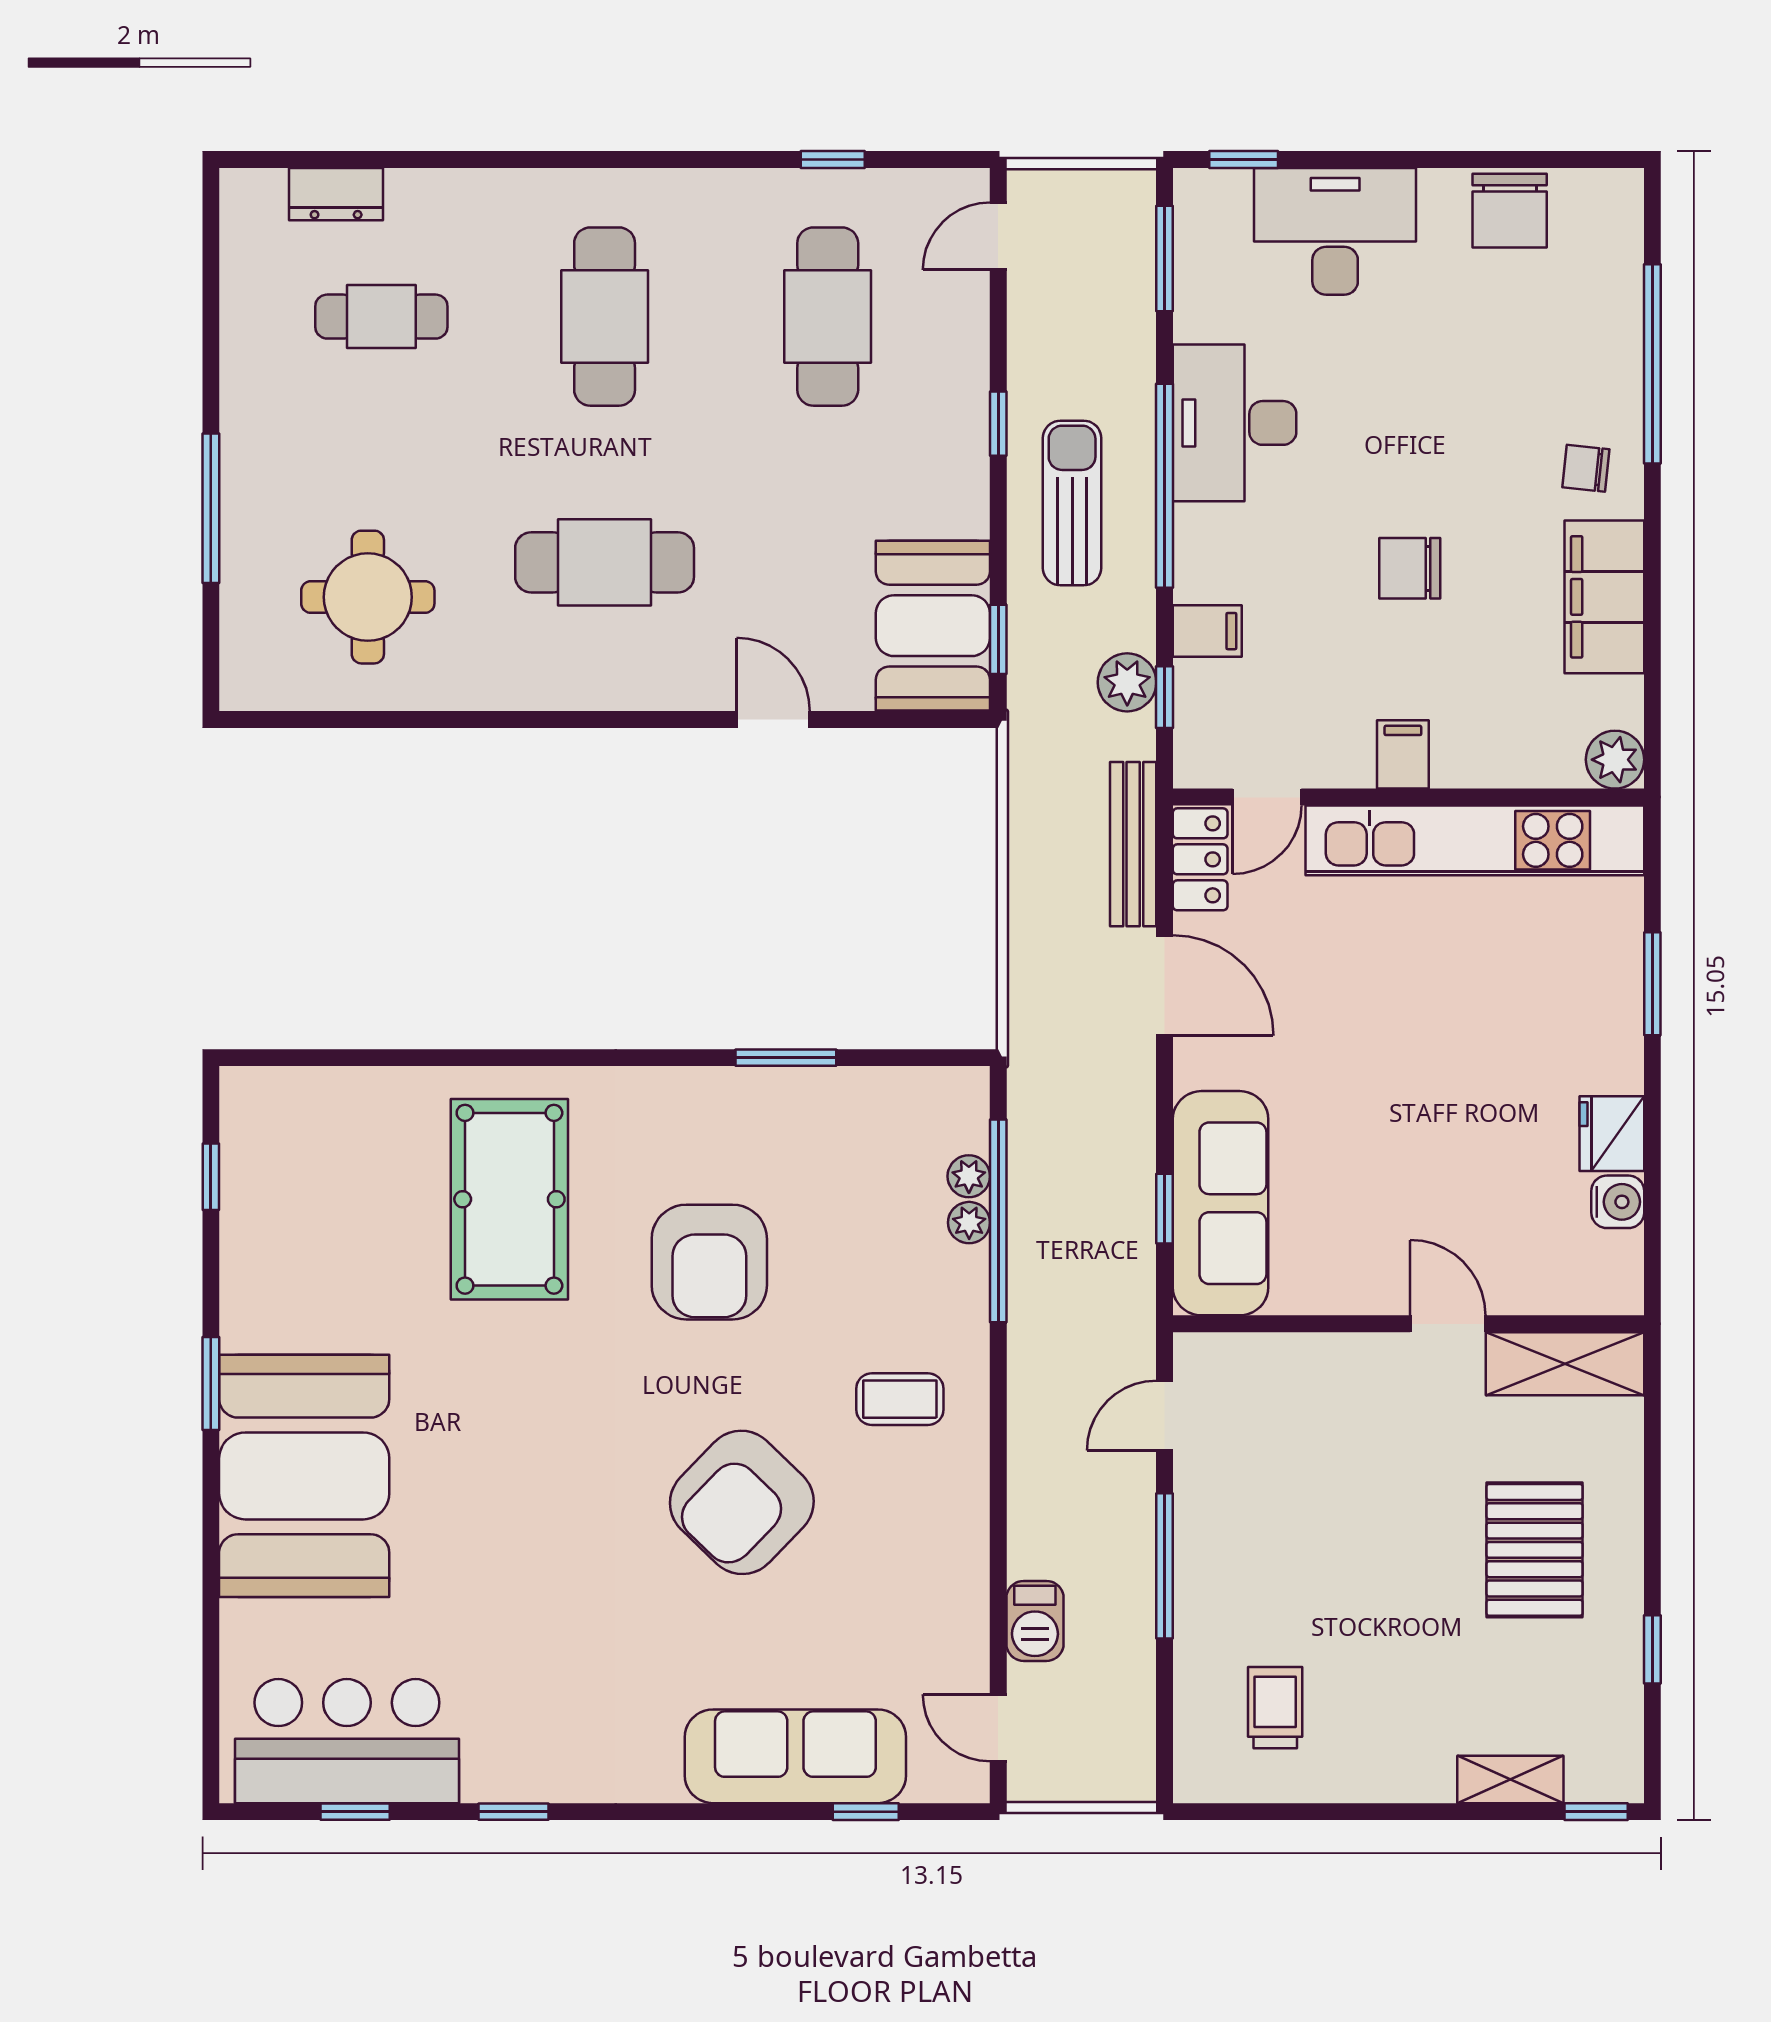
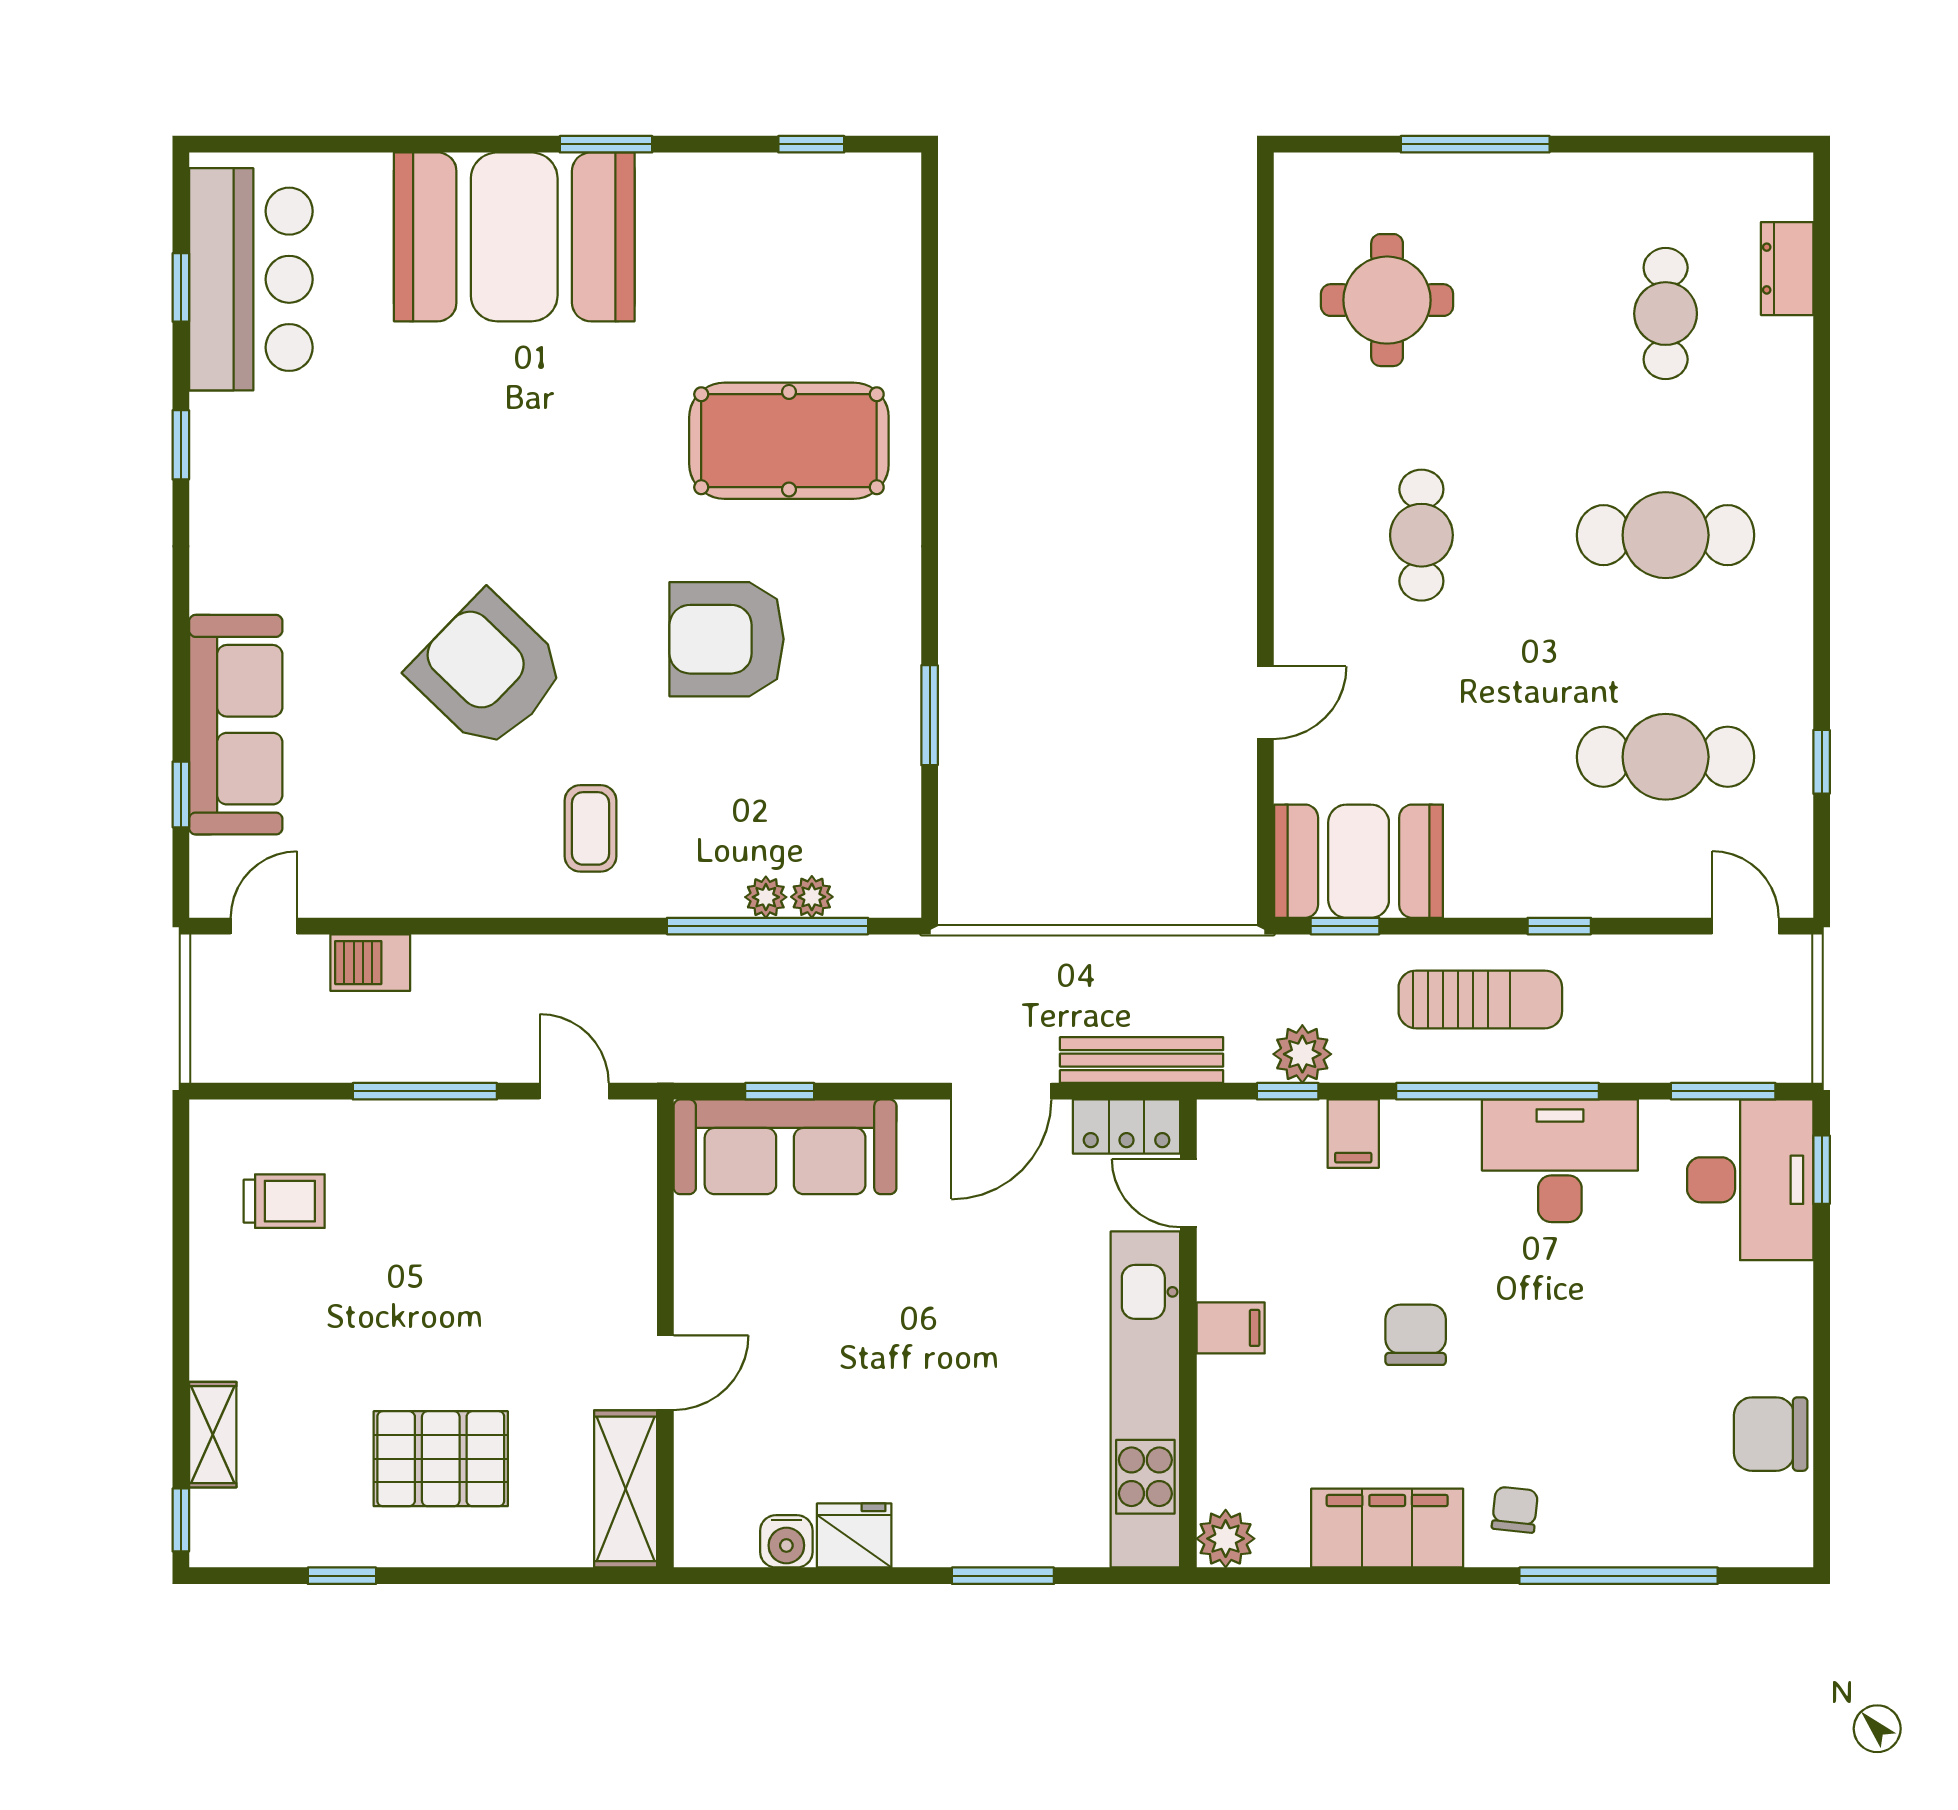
desk: (1335, 231) -> (1750, 1180), moved
cafe table: (605, 562) -> (1421, 535), width x0.73, depth x0.74

